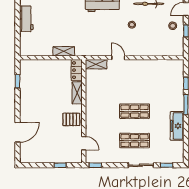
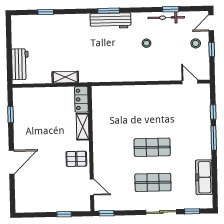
workbench: (26, 19) -> (20, 64), moved
door: (118, 58) -> (190, 82), moved
shelving: (96, 64) -> (105, 92), removed
freezer: (177, 126) -> (204, 177), moved
door: (18, 132) -> (12, 162), moved

